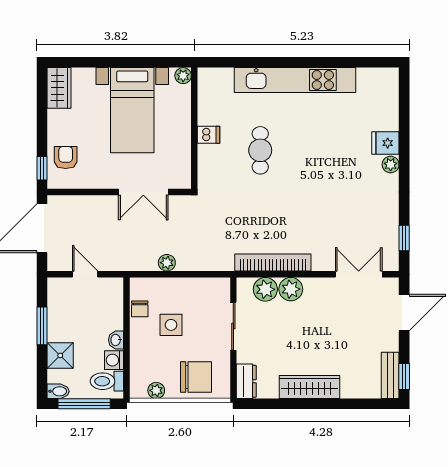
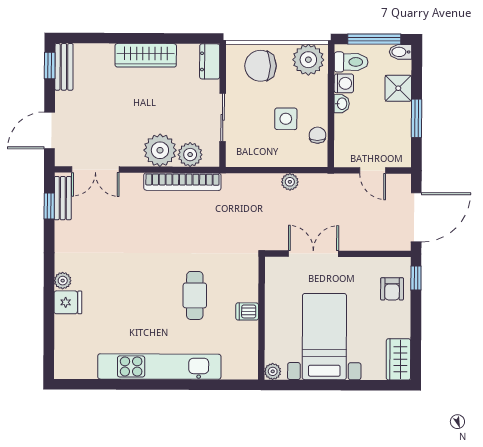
bench: (391, 246) -> (63, 198), added
plant: (291, 289) -> (160, 150), width x1.36, depth x1.36
plant: (156, 390) -> (308, 60), width x1.88, depth x1.88

